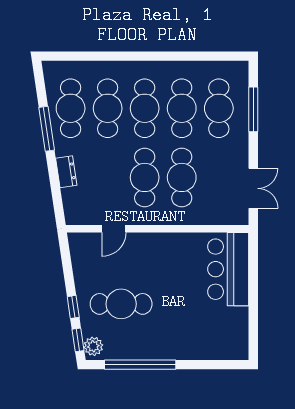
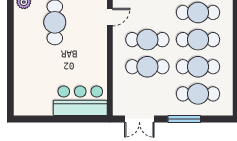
window: (253, 109) -> (184, 119), moved
door: (114, 229) -> (110, 17), swing flipped
window: (140, 365) -> (10, 36), removed

